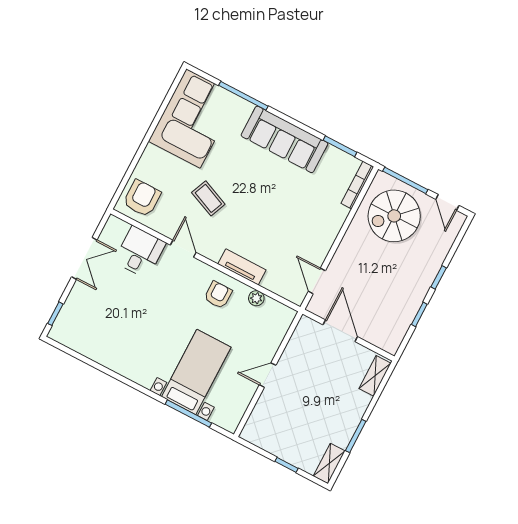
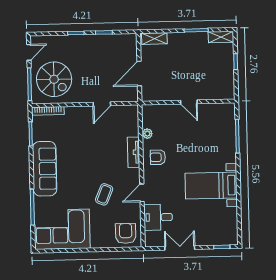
armchair: (142, 198) -> (126, 233), turned 90
door: (317, 281) -> (102, 104), moved
bed with nightstands: (196, 372) -> (211, 186), moved

